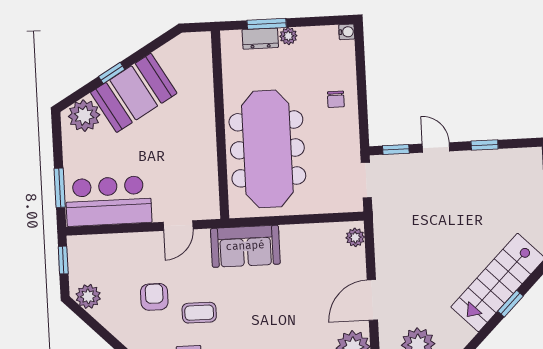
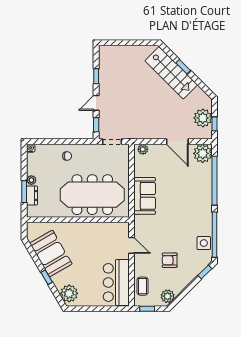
booth: (134, 93) -> (51, 254), moved
window: (60, 188) -> (108, 309), removed
sofa: (245, 246) -> (145, 196), moved
coffee table: (199, 313) -> (143, 286), moved

